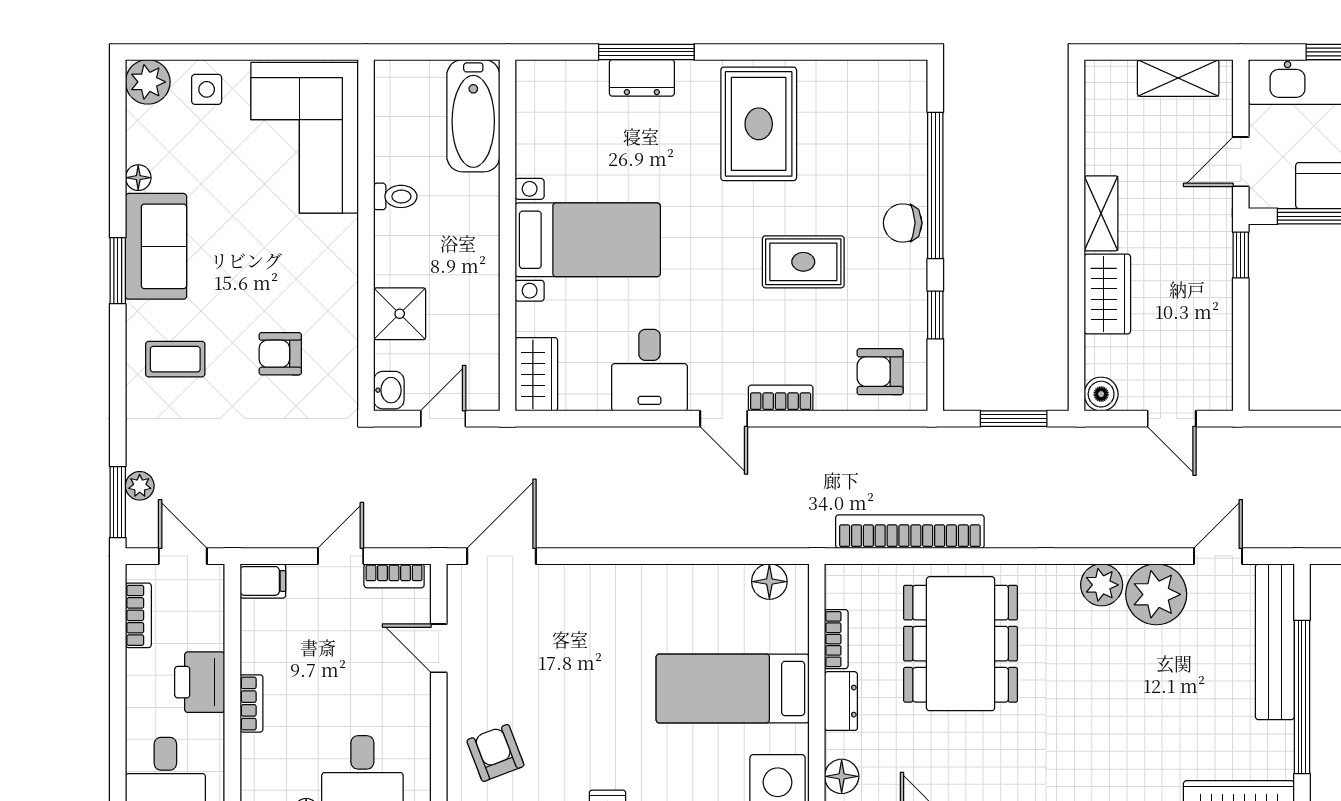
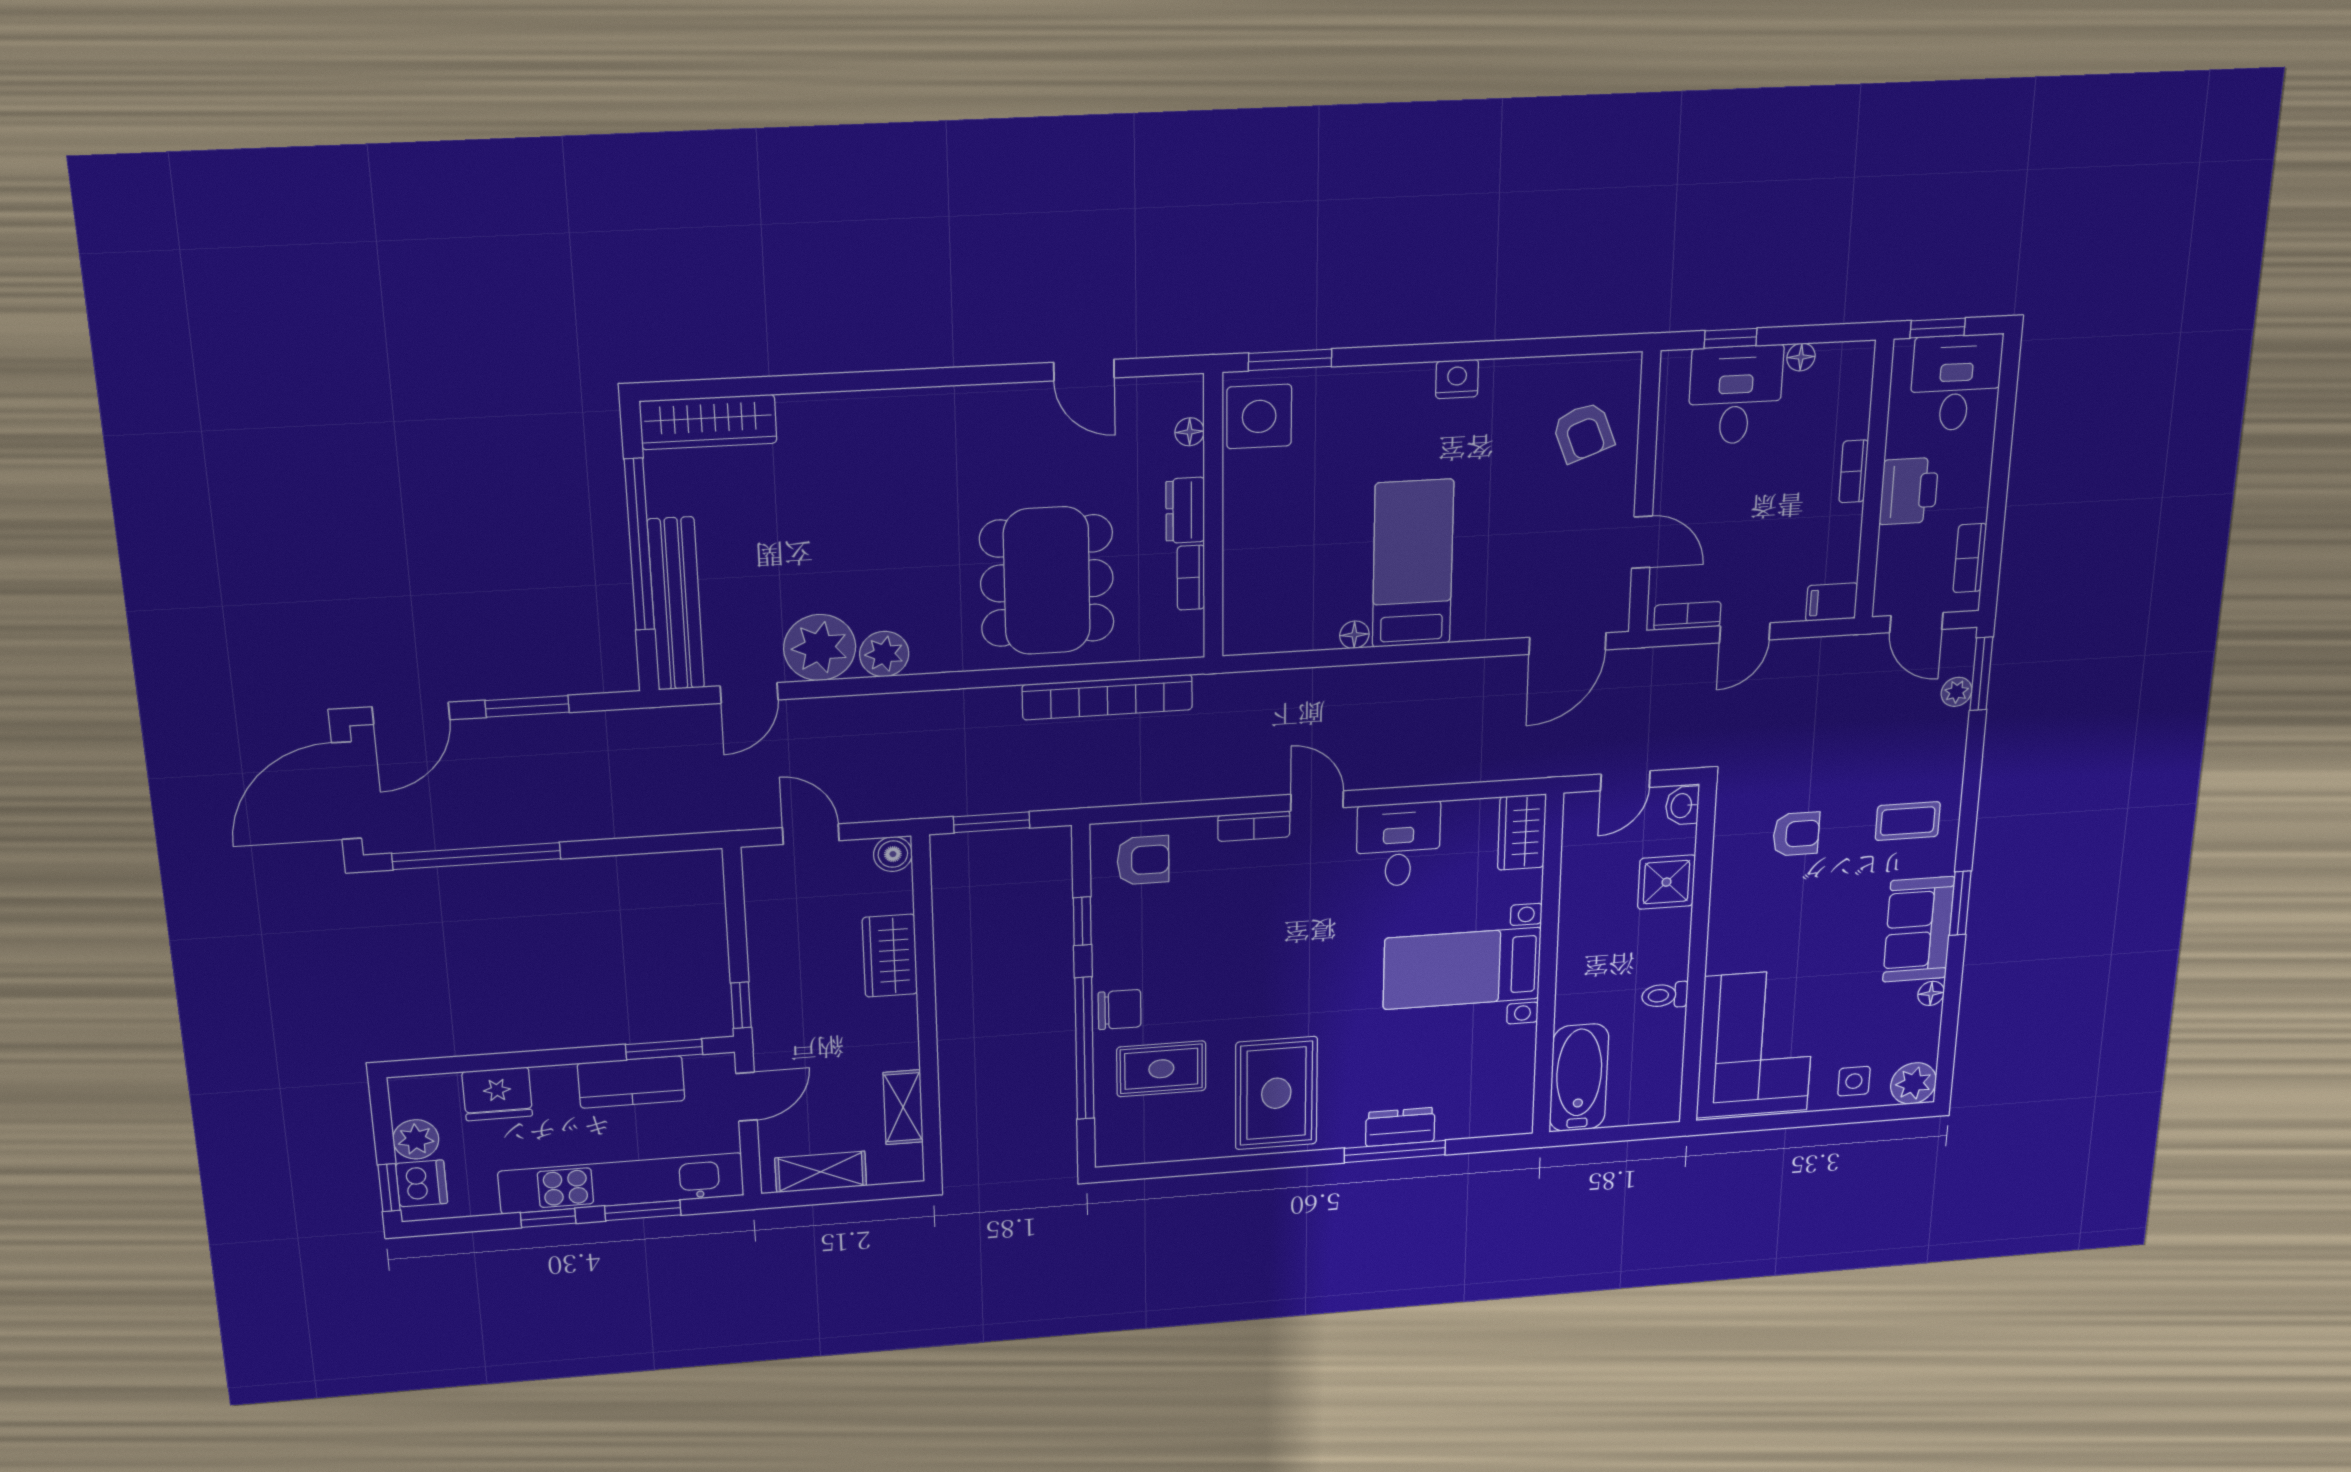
shelving: (1101, 213) -> (903, 1107), moved
rug: (803, 262) -> (1161, 1069), moved
floor lamp: (769, 582) -> (1354, 635), moved, width x0.73, depth x0.73
bed: (733, 688) -> (1413, 564), moved, turned -90
floor lamp: (842, 776) -> (1190, 432), width x0.73, depth x0.73

